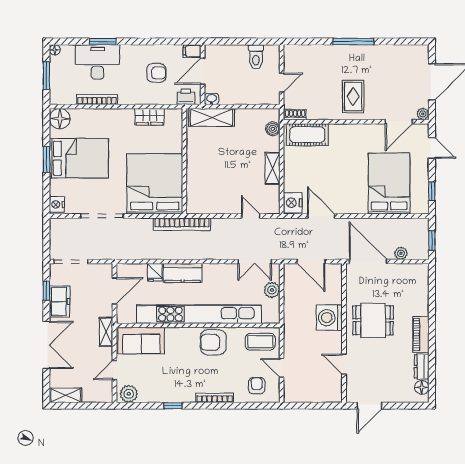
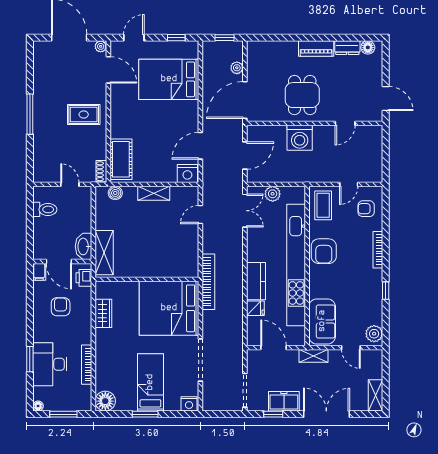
washbasin: (212, 99) -> (84, 246), width x1.91, depth x1.45
bed: (79, 158) -> (150, 382), width x0.67

